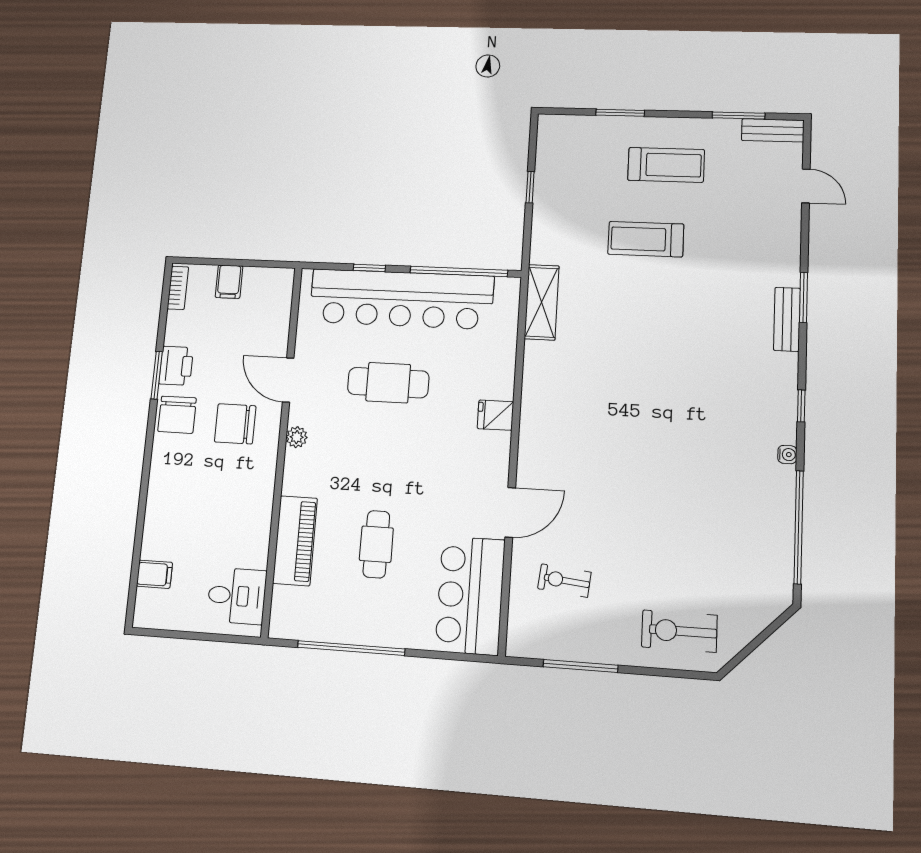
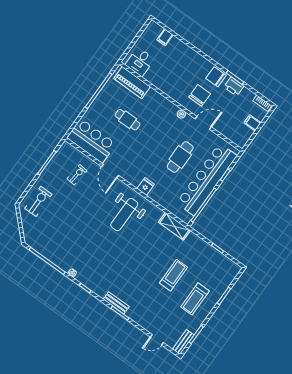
weight bench: (585, 423) -> (124, 214), added
piano: (295, 541) -> (132, 83), moved

